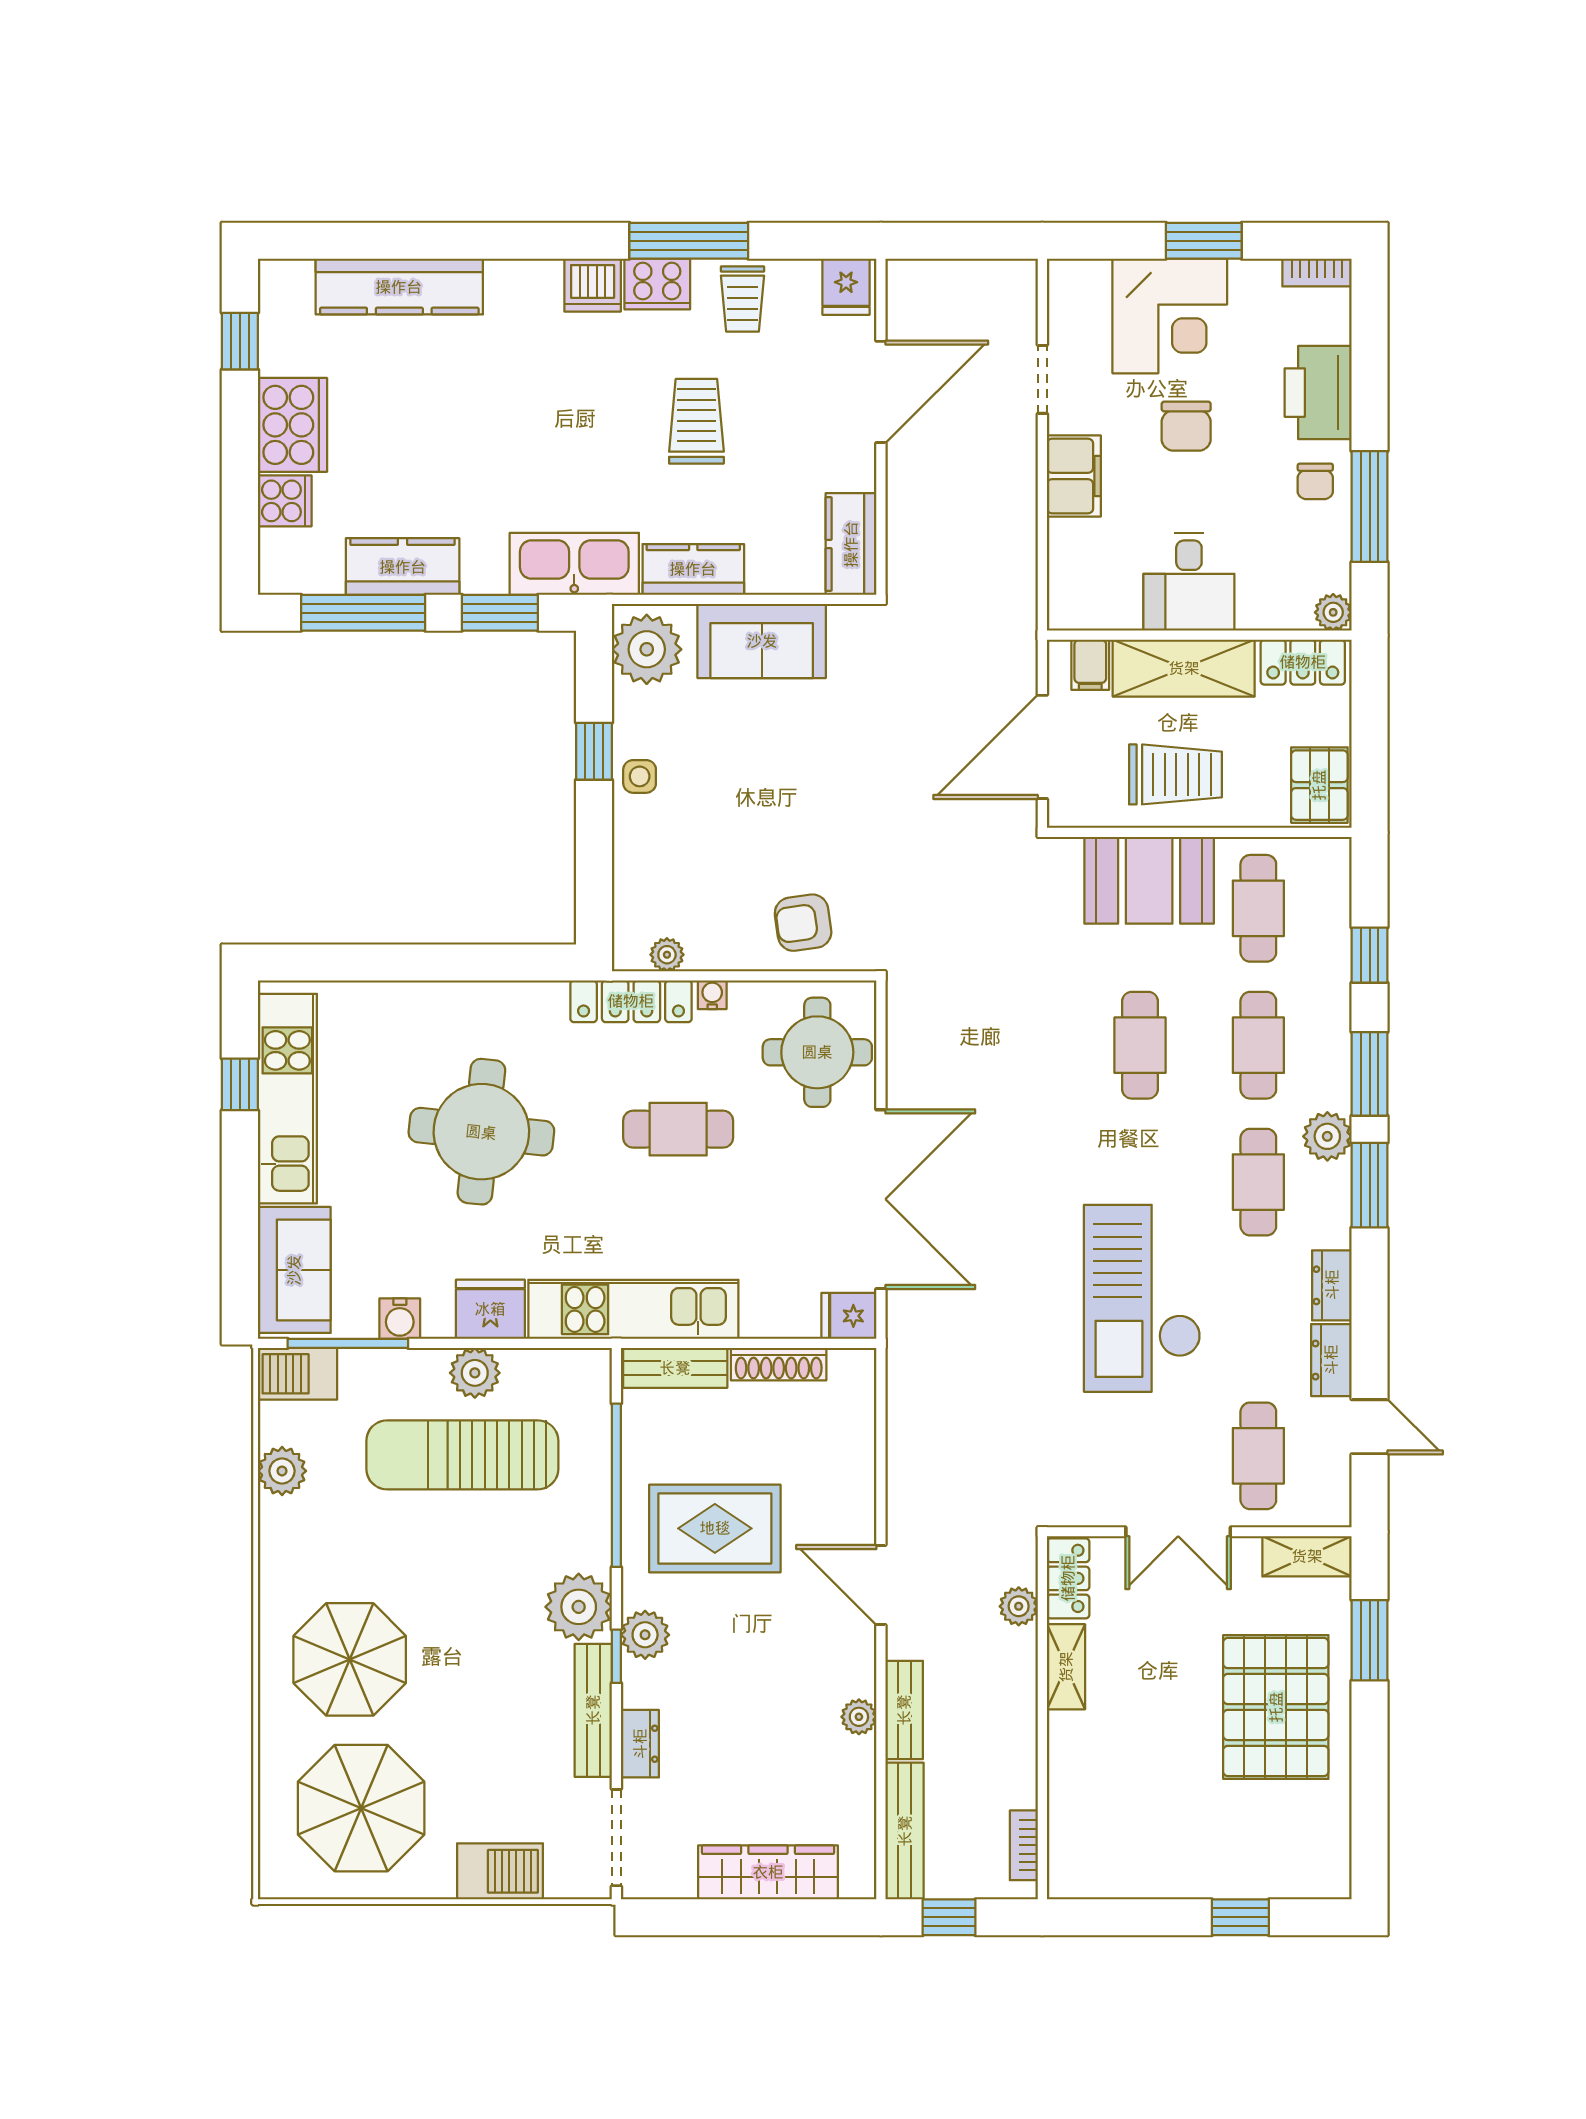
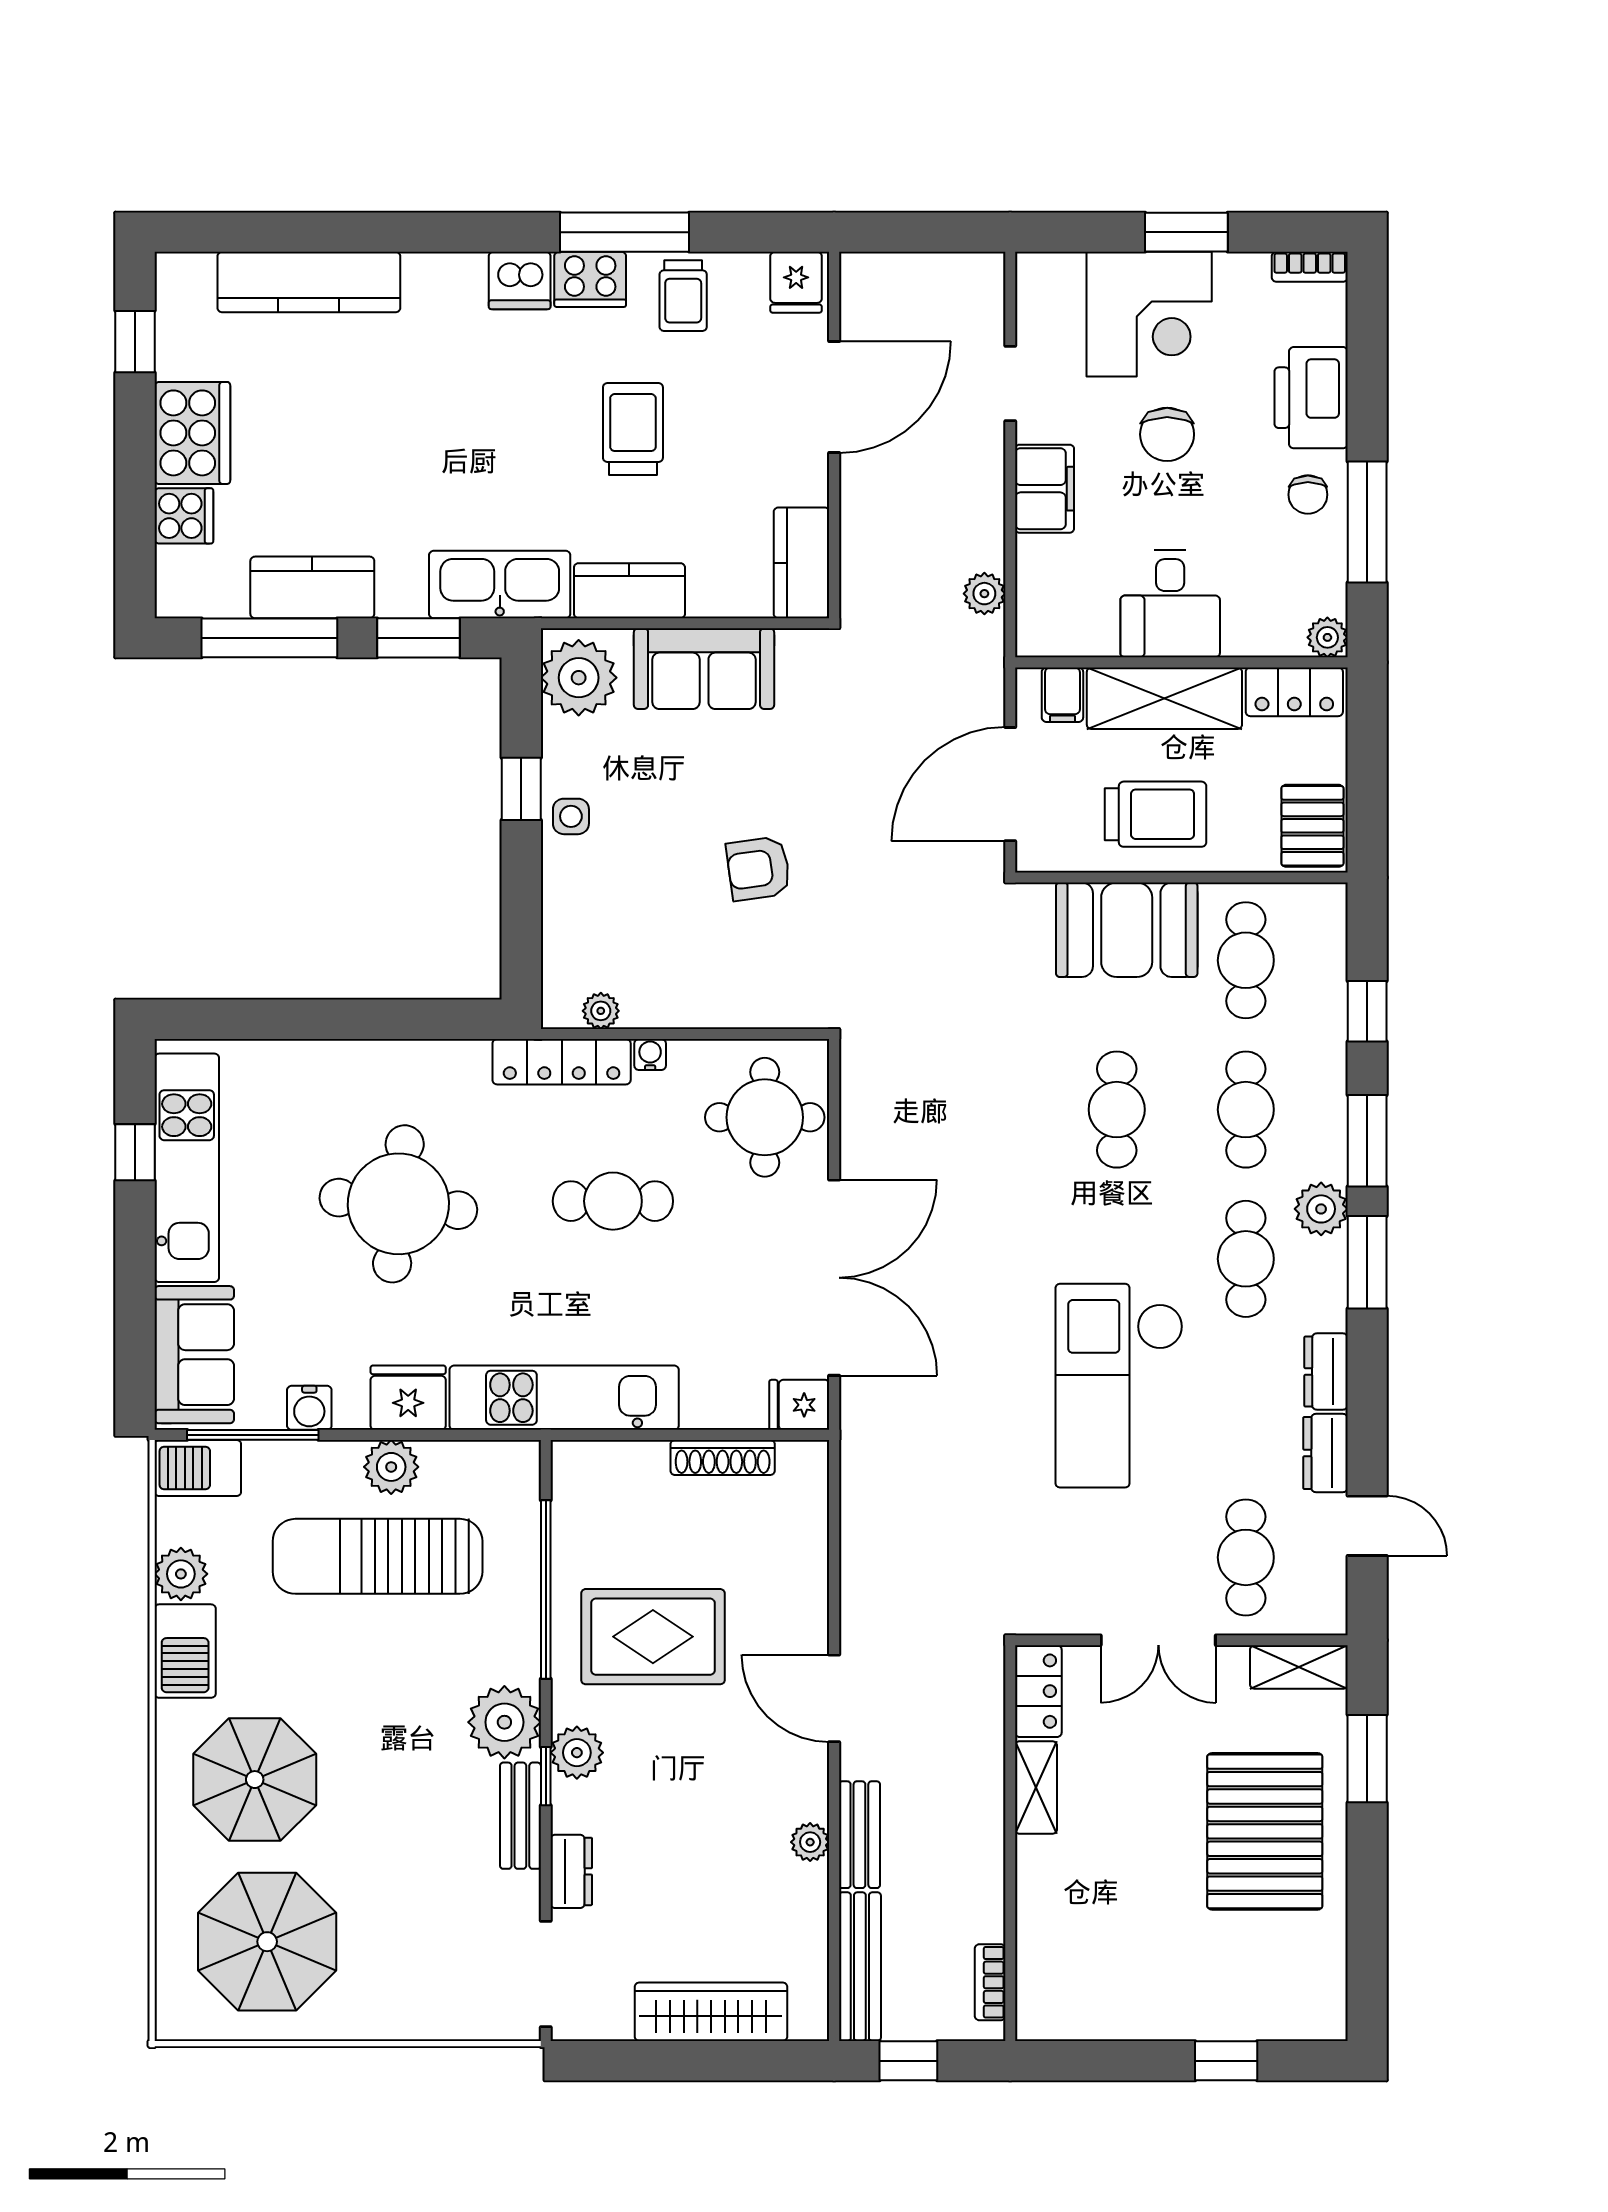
armchair: (803, 923) -> (758, 869), moved
bench: (675, 1368) -> (610, 1461), removed
plant: (1019, 1606) -> (984, 594), moved
bench: (593, 1710) -> (520, 1816), width x0.73
barbecue: (500, 1871) -> (185, 1651), moved, turned 90

